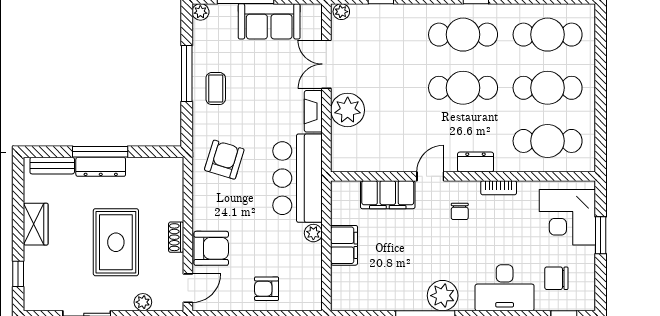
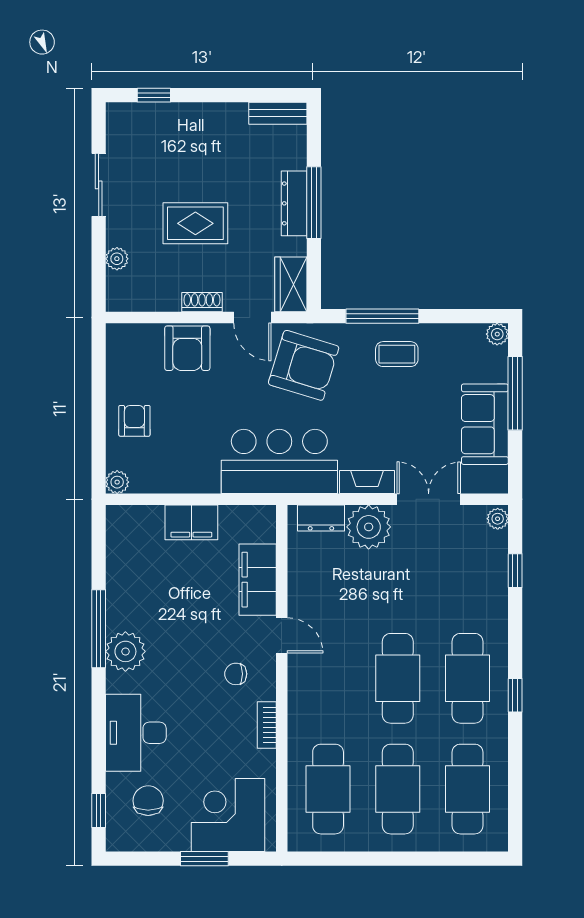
window: (187, 74) -> (382, 316), moved
armchair: (224, 160) -> (304, 365), width x1.36, depth x1.36
dresser: (476, 162) -> (321, 518), moved, turned 90
bench: (52, 166) -> (278, 113), moved, turned 90
wardrobe: (36, 224) -> (291, 284), moved, turned 90
plant: (313, 233) -> (117, 482), moved
rug: (116, 242) -> (195, 223), width x0.73, depth x0.70
door: (188, 288) -> (252, 318), moved

